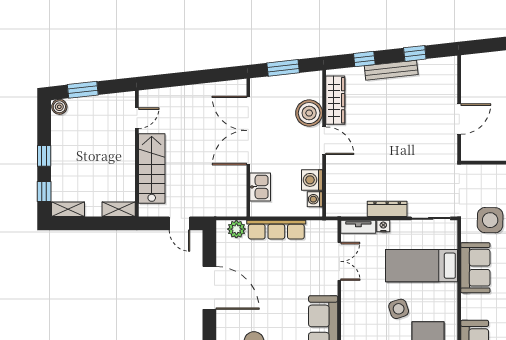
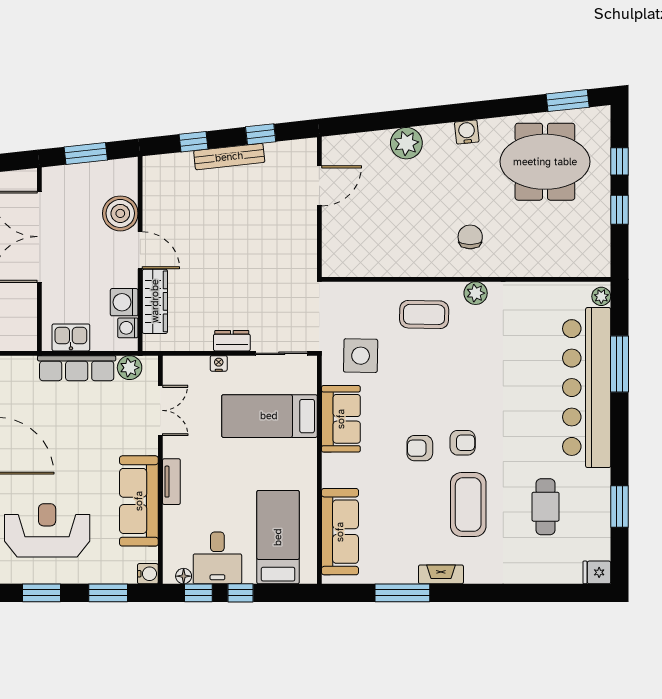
wardrobe: (335, 100) -> (155, 301), moved
door: (459, 119) -> (319, 186), moved
kitchen sink: (260, 187) -> (71, 337), moved, turned -90
dresser: (387, 209) -> (232, 341), width x0.70
tv unit: (358, 227) -> (171, 482), moved, turned -90
plant: (236, 229) -> (130, 368), moved
side table: (399, 309) -> (239, 473), removed

